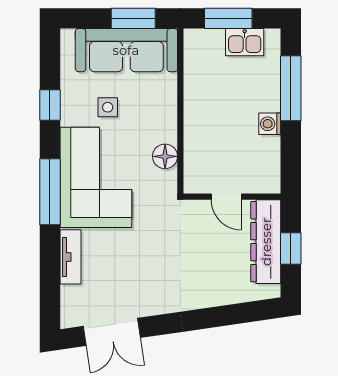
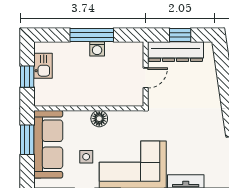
window: (228, 18) -> (27, 77), width x0.67
window: (291, 88) -> (92, 35), moved
floor lamp: (165, 156) -> (99, 119), moved

